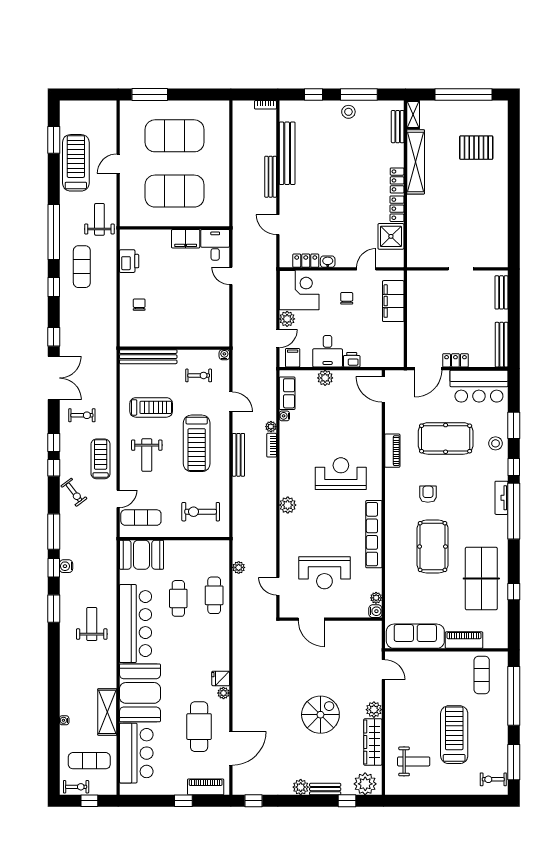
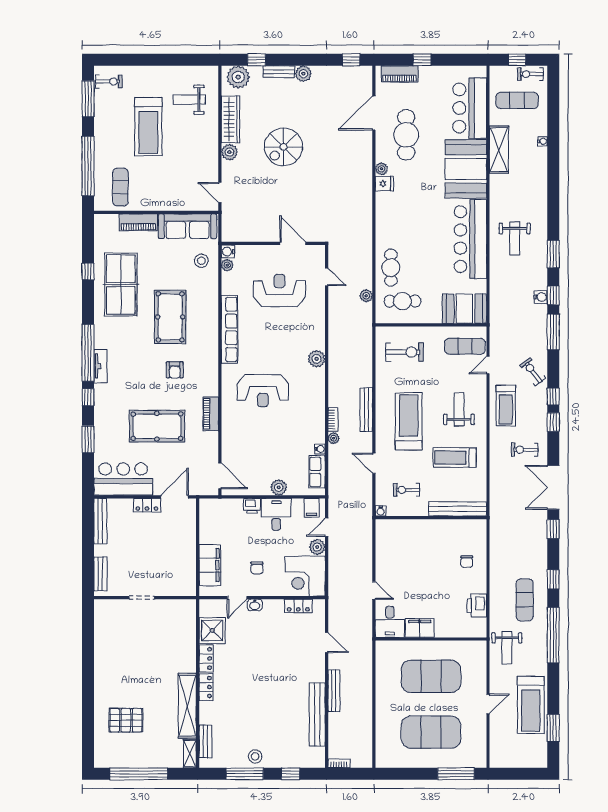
washbasin: (328, 262) -> (255, 605), moved
stool: (496, 443) -> (201, 261), moved
cafe table: (178, 598) -> (402, 301), moved, turned 90

